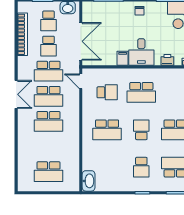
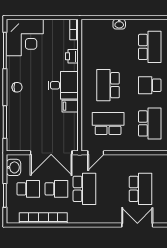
double door: (81, 41) -> (51, 153), swing flipped
school desk: (107, 92) -> (108, 123), width x1.85
school desk: (141, 92) -> (108, 85), turned 180
double door: (16, 94) -> (137, 225), moved
school desk: (48, 96) -> (112, 189), removed

